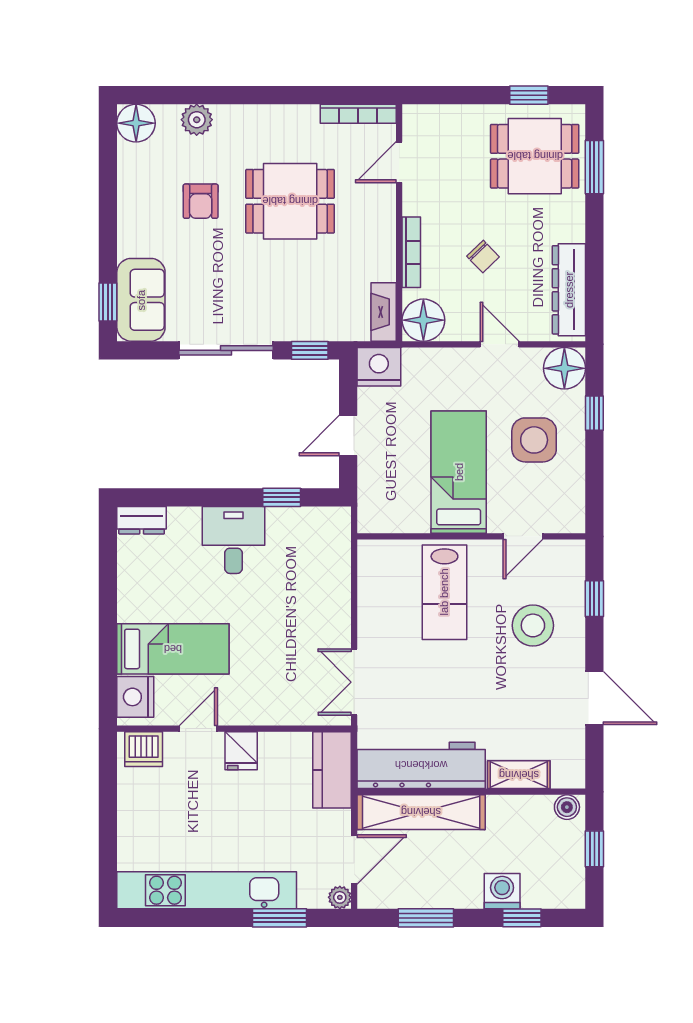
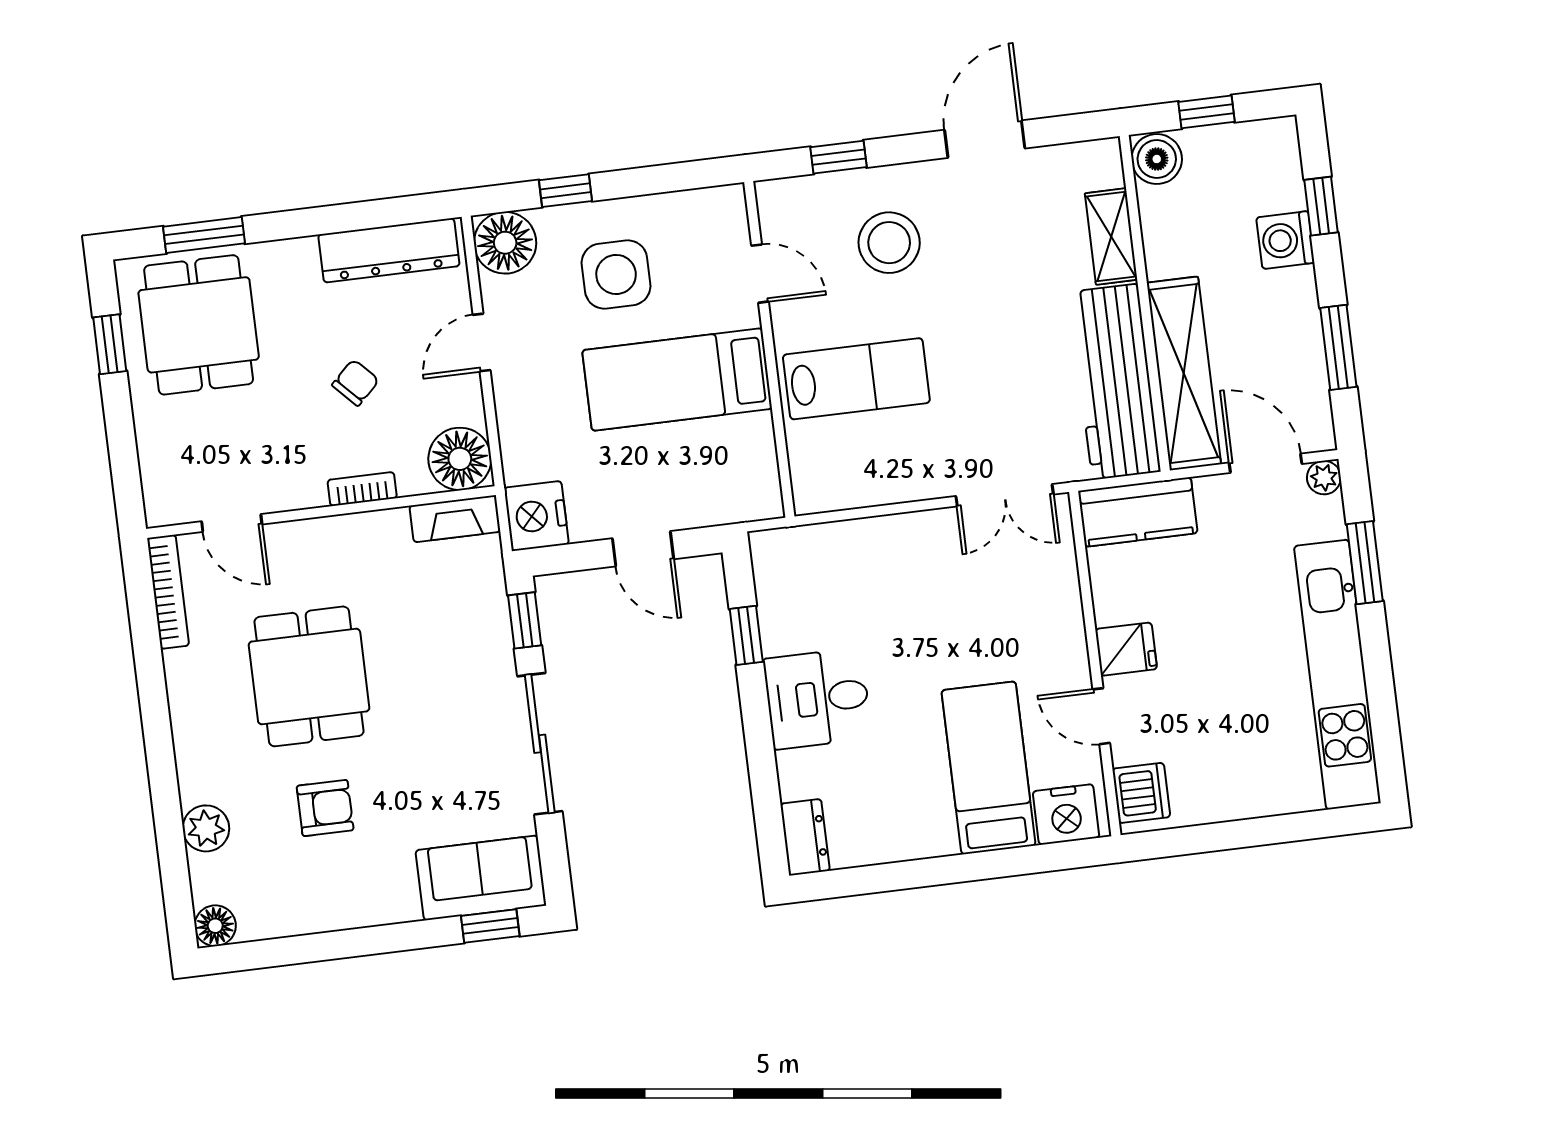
floor lamp: (136, 123) -> (215, 926), width x0.73, depth x0.73
bookcase: (411, 252) -> (362, 489), width x0.64
boiler: (567, 807) -> (1157, 159), width x1.36, depth x1.36

